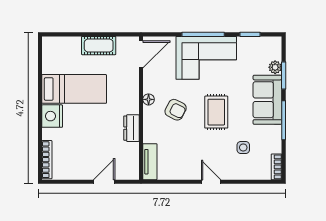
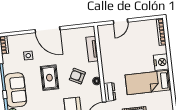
dresser: (132, 128) -> (110, 92), moved
tv unit: (150, 162) -> (92, 49), moved
door: (211, 182) -> (47, 30), width x1.88

